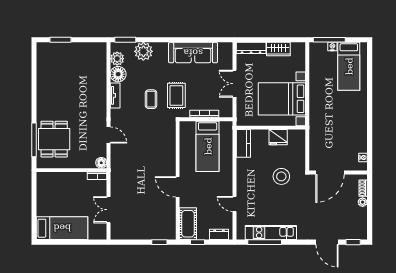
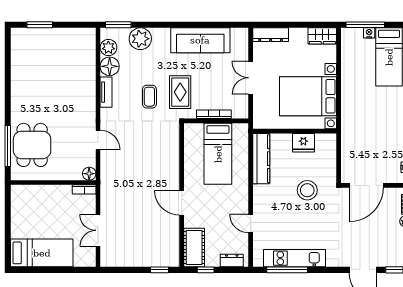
wardrobe: (278, 49) -> (322, 36), moved
kitchen counter: (243, 143) -> (261, 159), width x1.50

